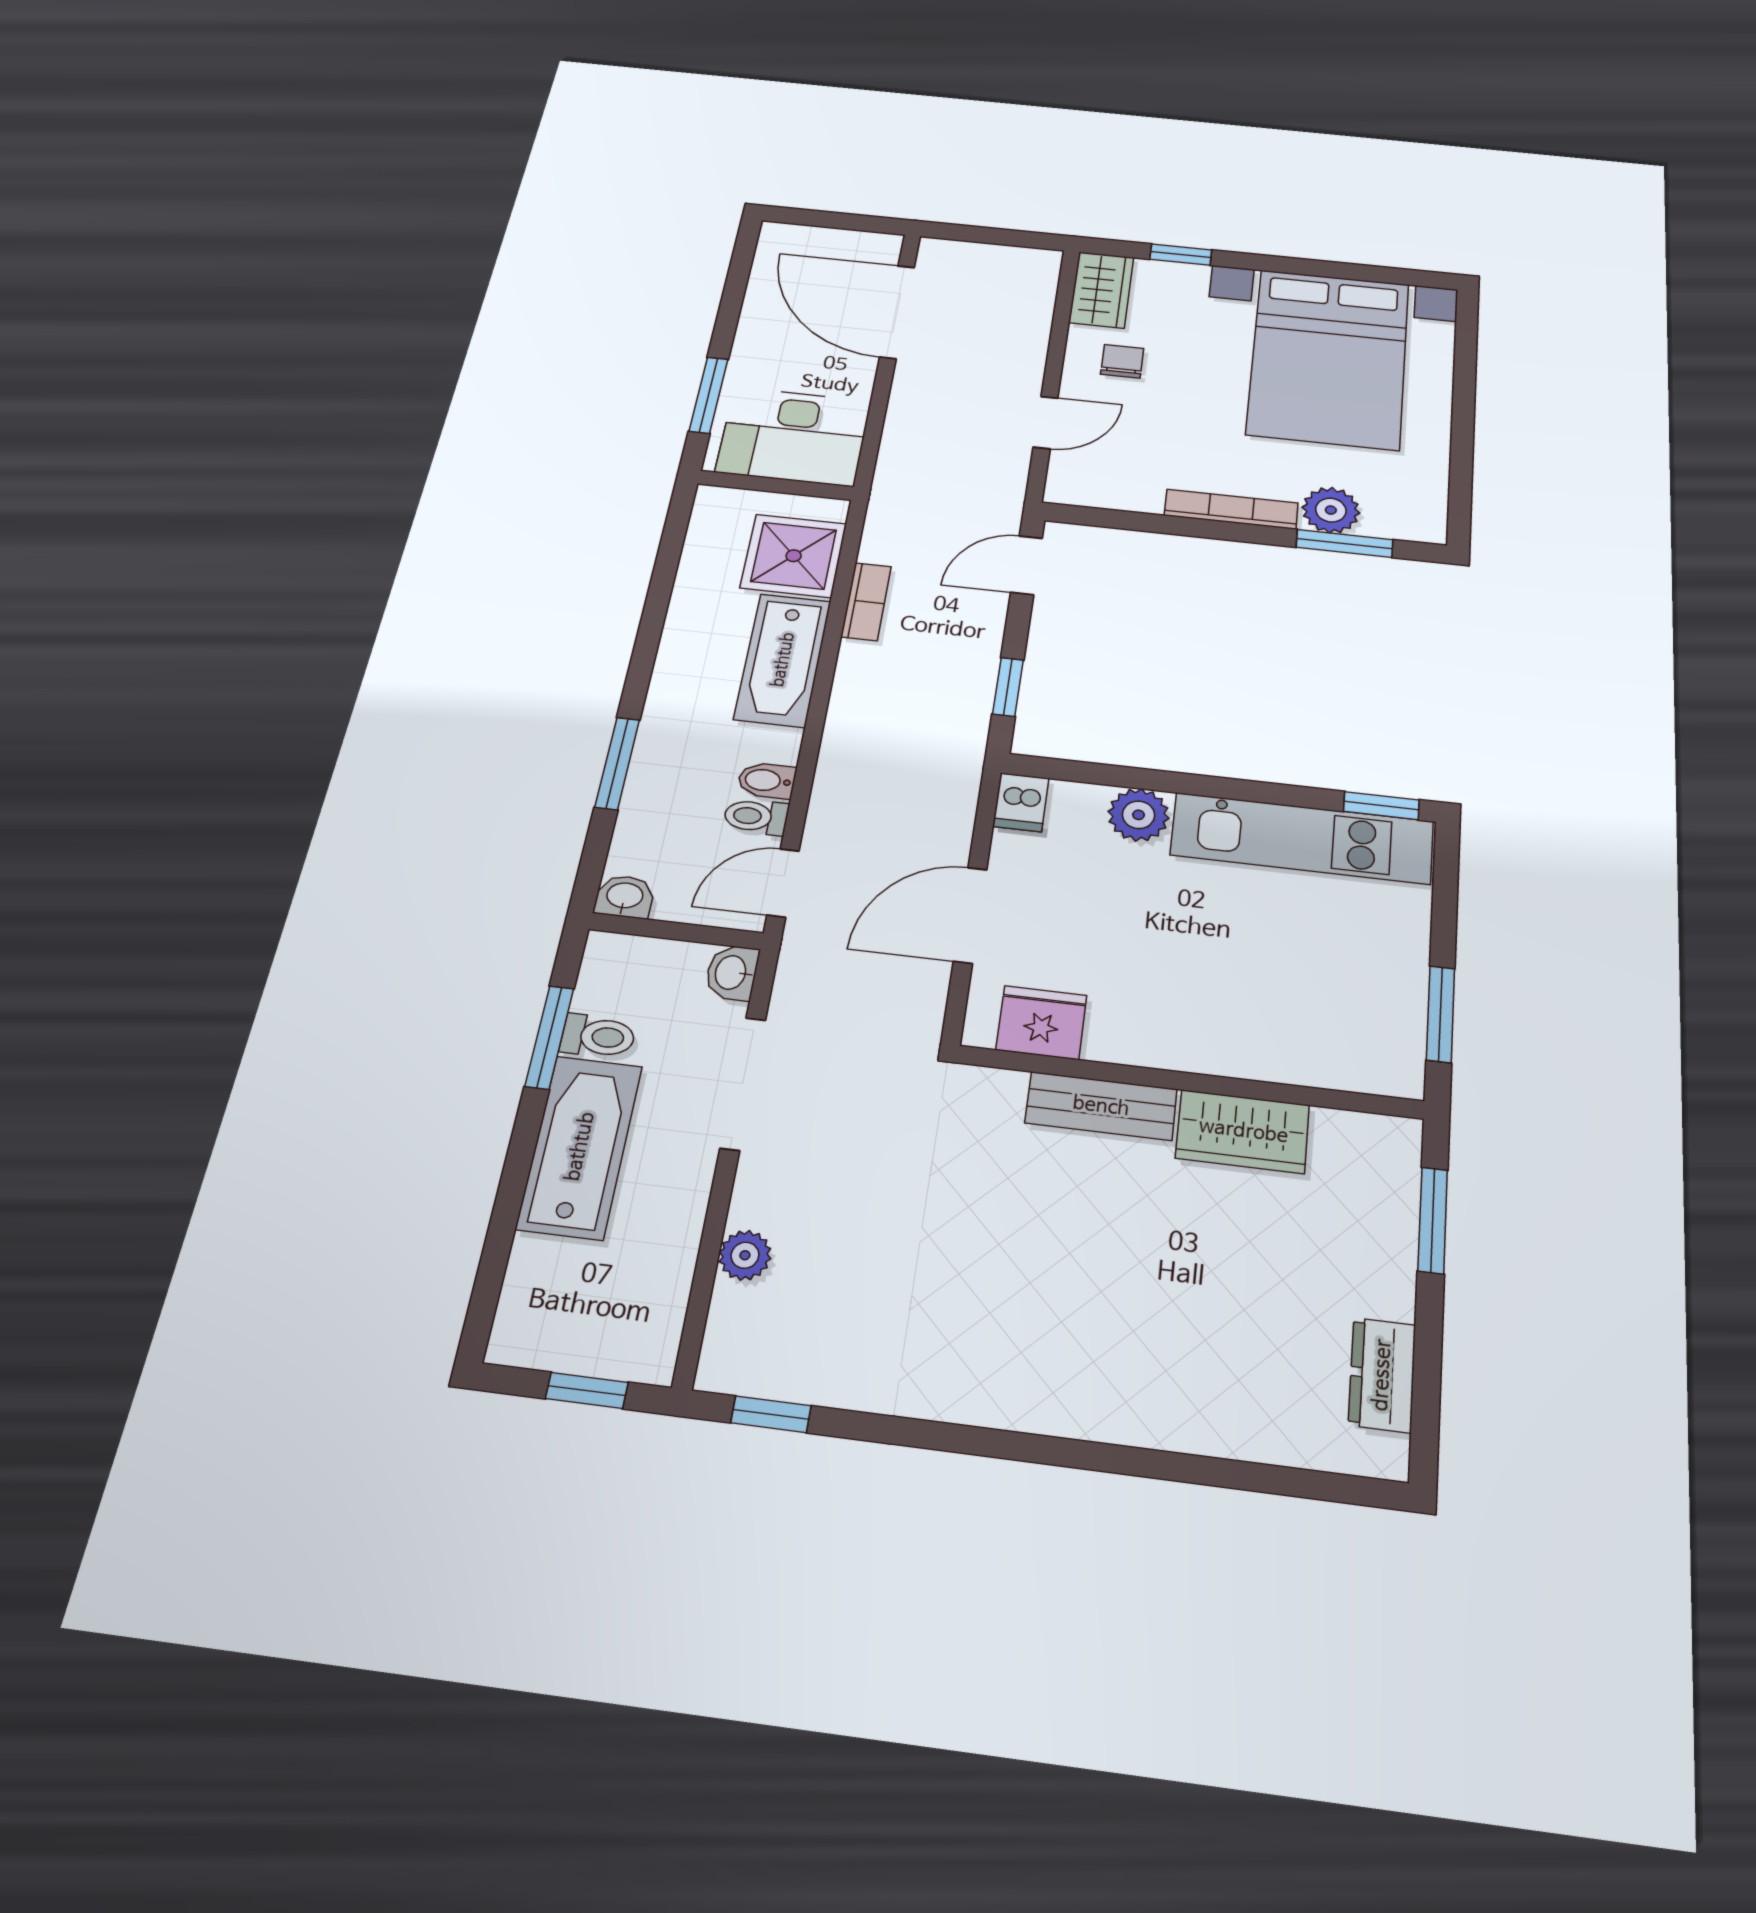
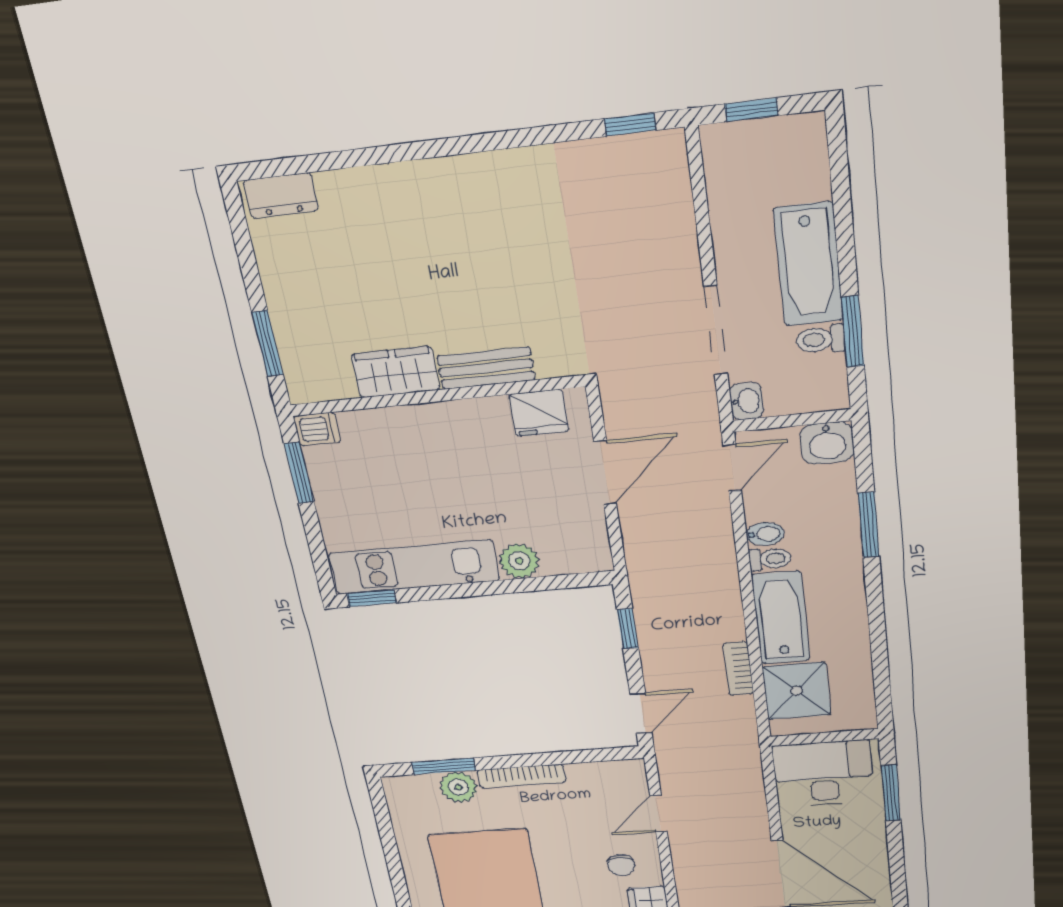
dishwasher: (1021, 802) -> (317, 429), moved, turned 90
toilet: (756, 817) -> (770, 559), moved
washbasin: (625, 897) -> (827, 443), width x1.38, depth x1.45
plant: (745, 1255) -> (679, 220), removed
dresser: (1382, 1375) -> (281, 195), moved, turned 90

